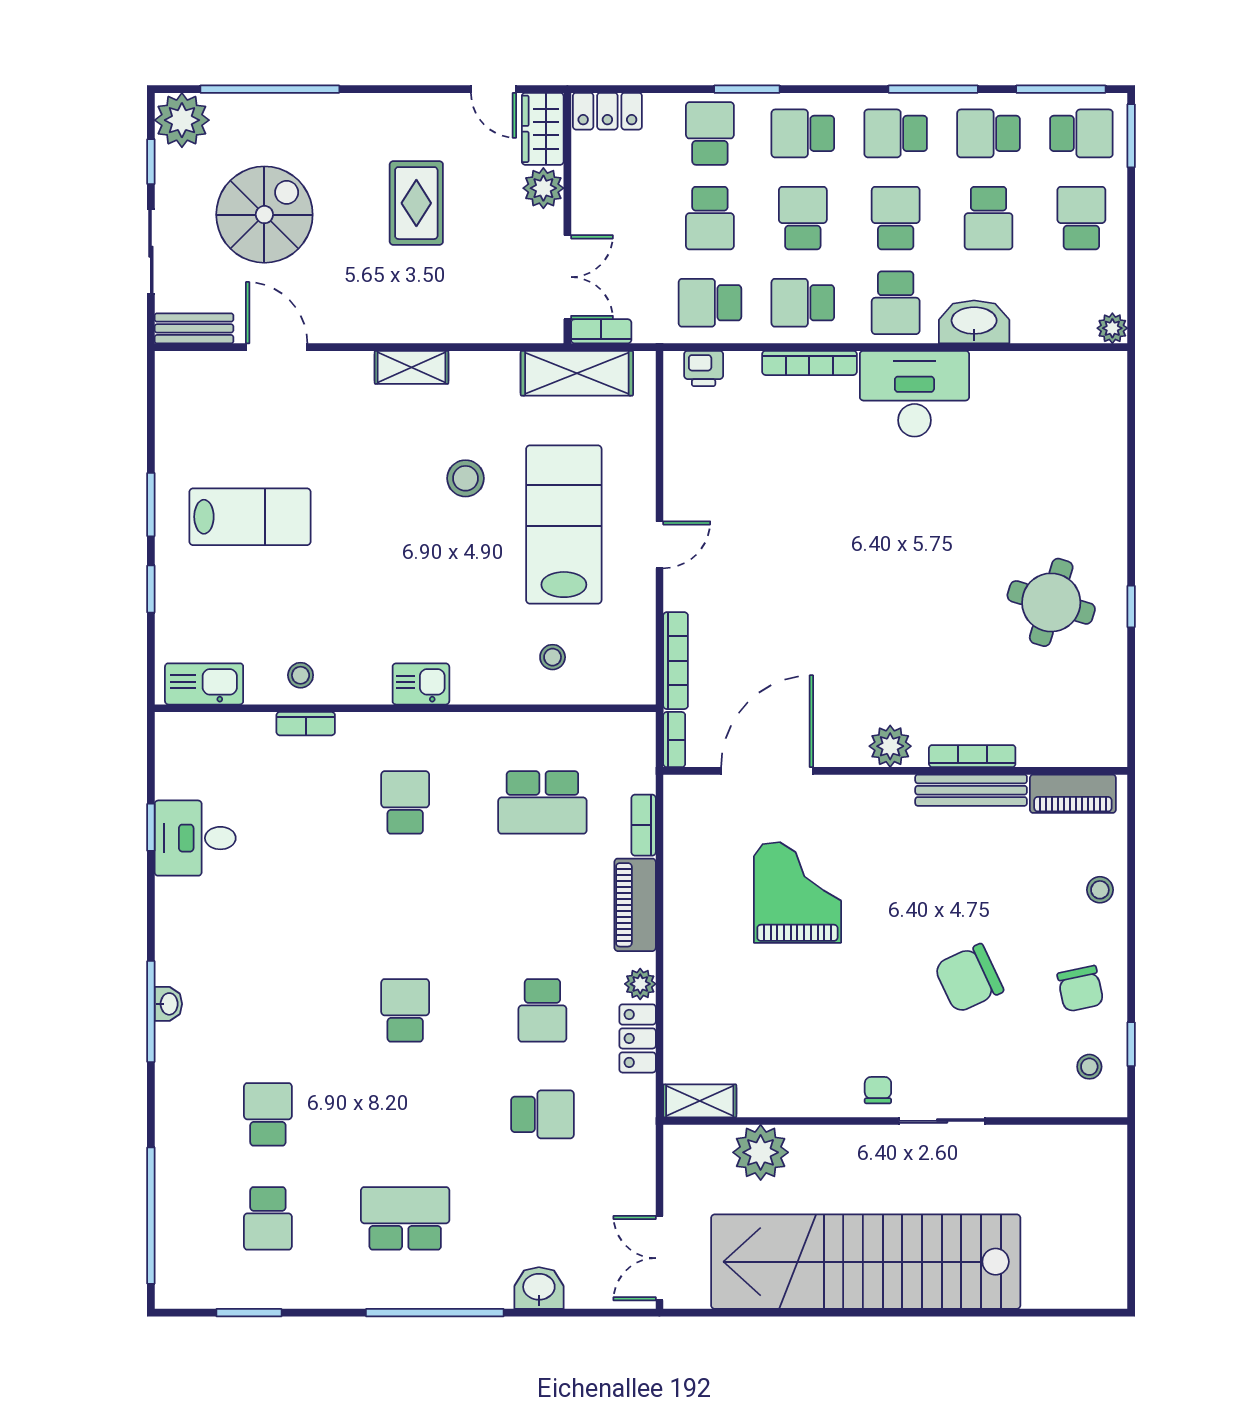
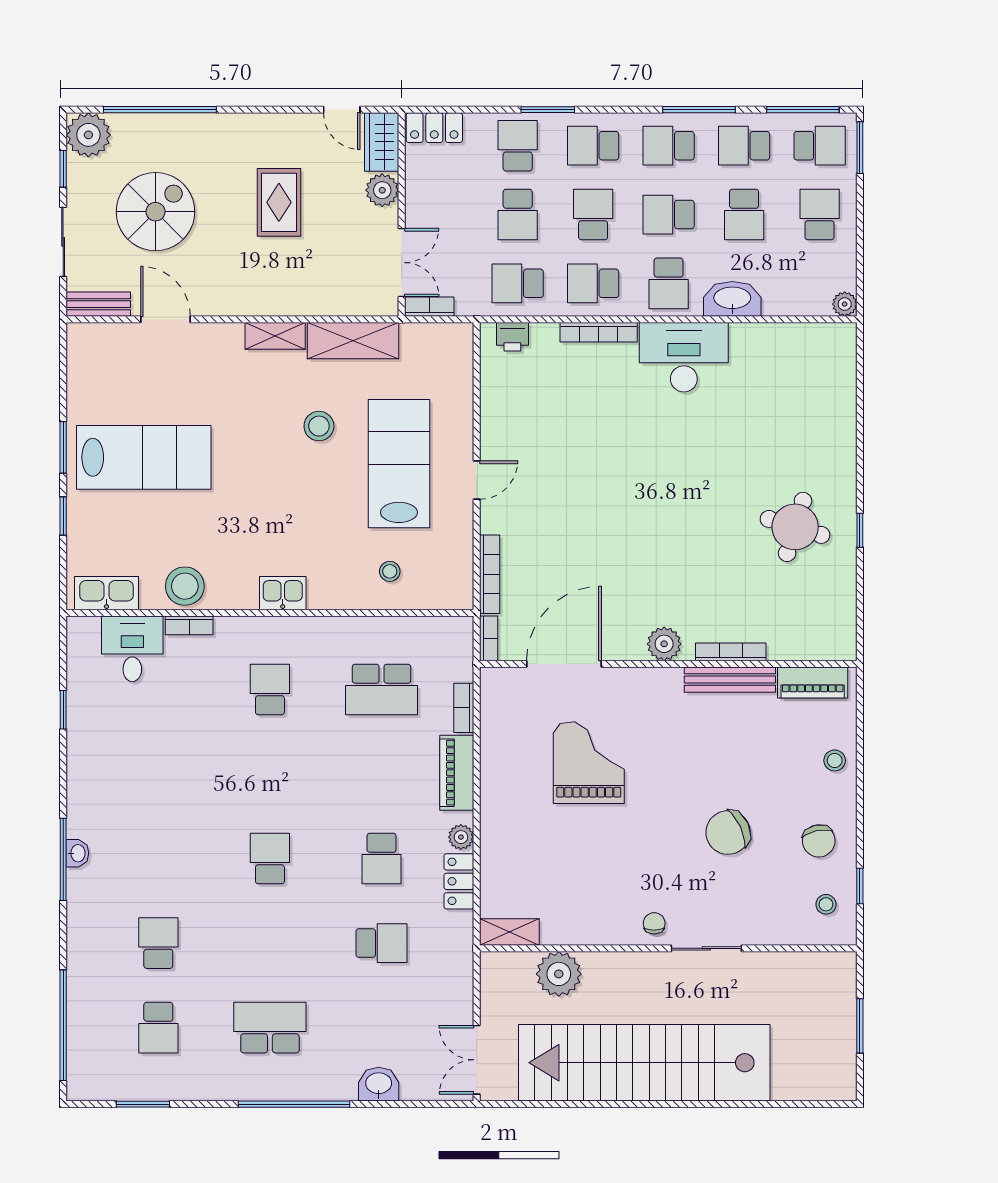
school desk: (896, 218) -> (669, 215), turned -90
shelving: (577, 373) -> (353, 341), moved
lab bench: (250, 517) -> (144, 457), width x1.36, depth x1.39
stool: (301, 675) -> (185, 586), width x1.89, depth x1.89
desk: (195, 838) -> (132, 649), moved, turned 90
window: (1131, 1216) -> (860, 1026), added

